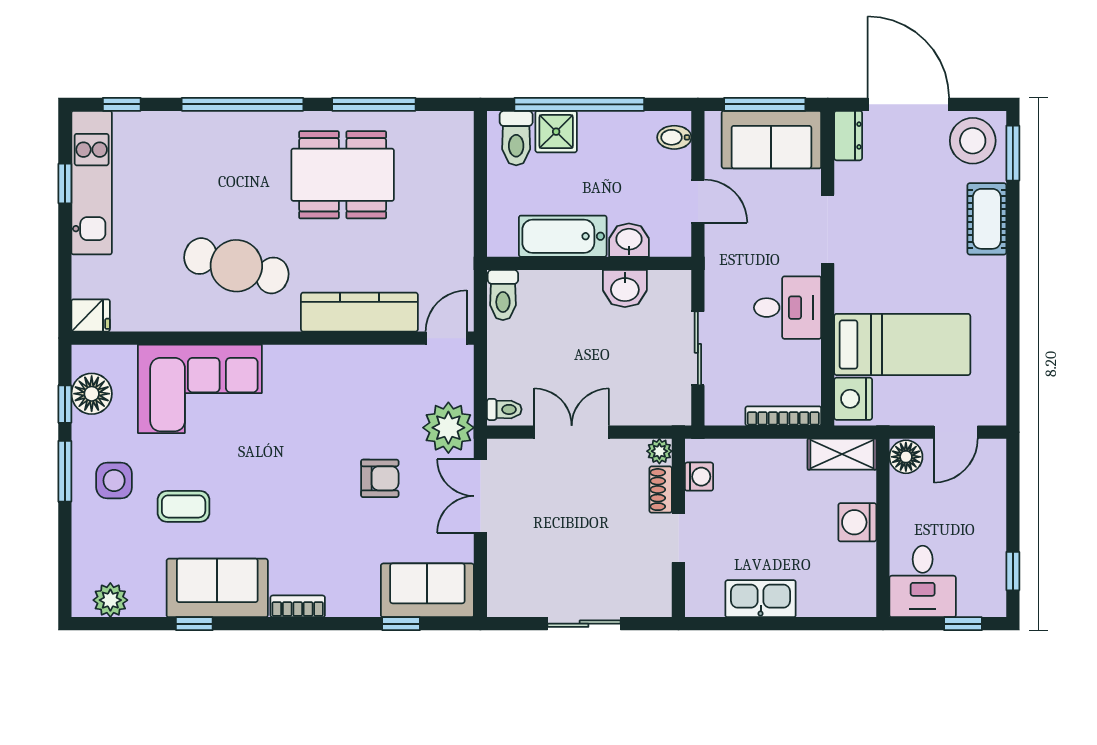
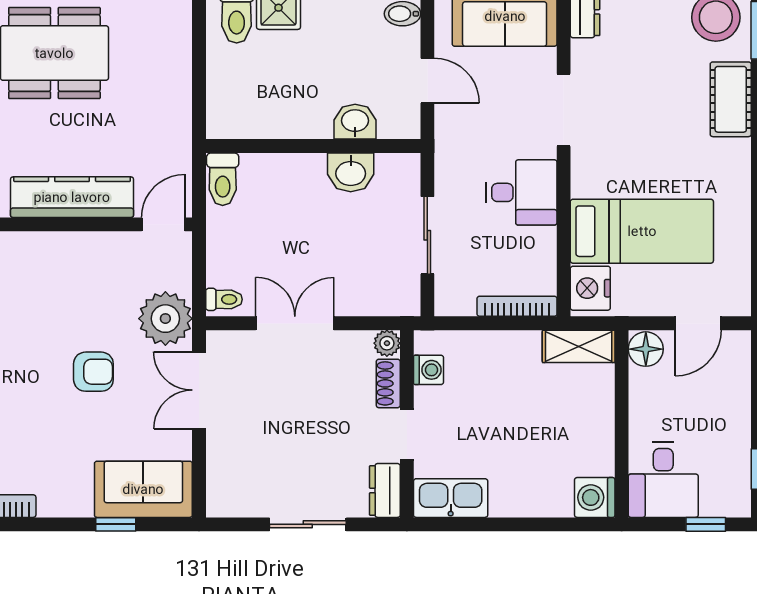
bathtub: (563, 236) -> (285, 118), removed
washing machine: (857, 522) -> (595, 497), moved
dresser: (657, 591) -> (385, 490), added
kitchen sink: (761, 599) -> (451, 498), moved

